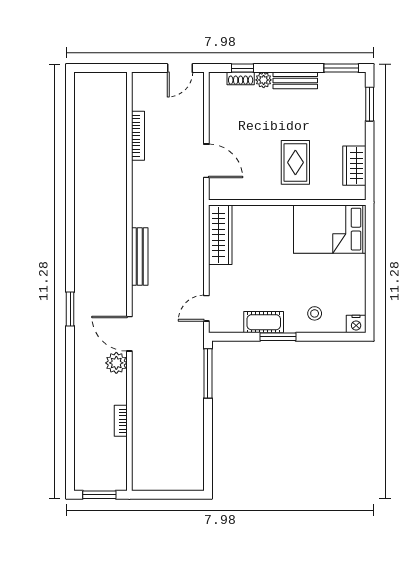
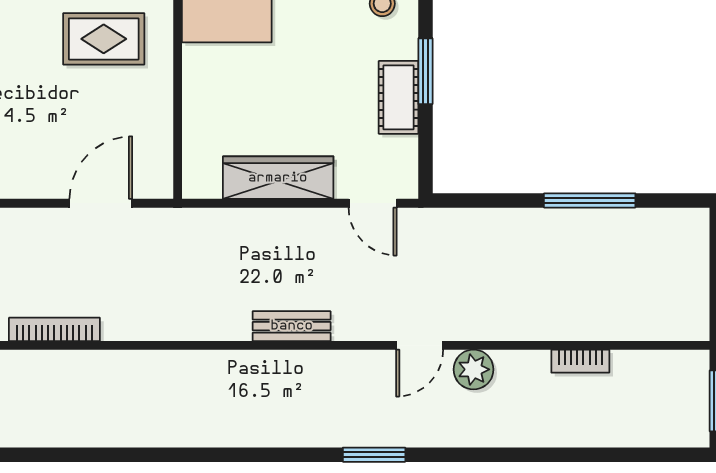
wardrobe: (220, 235) -> (278, 178), moved
bench: (140, 257) -> (292, 326), width x0.73
door: (129, 334) -> (420, 345), width x0.73
window: (208, 373) -> (590, 200), moved

